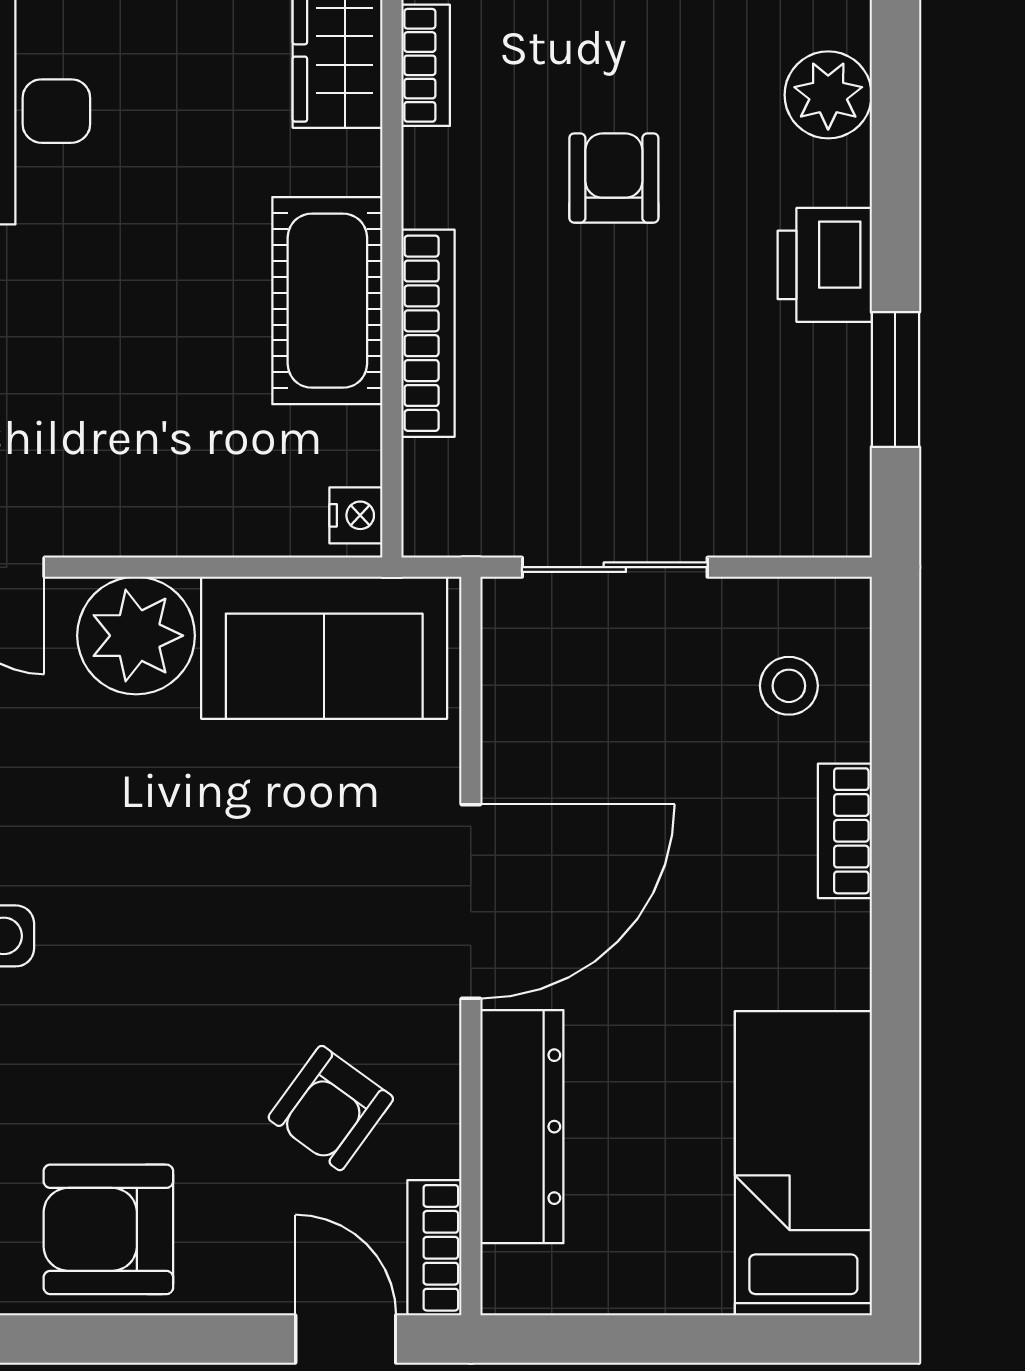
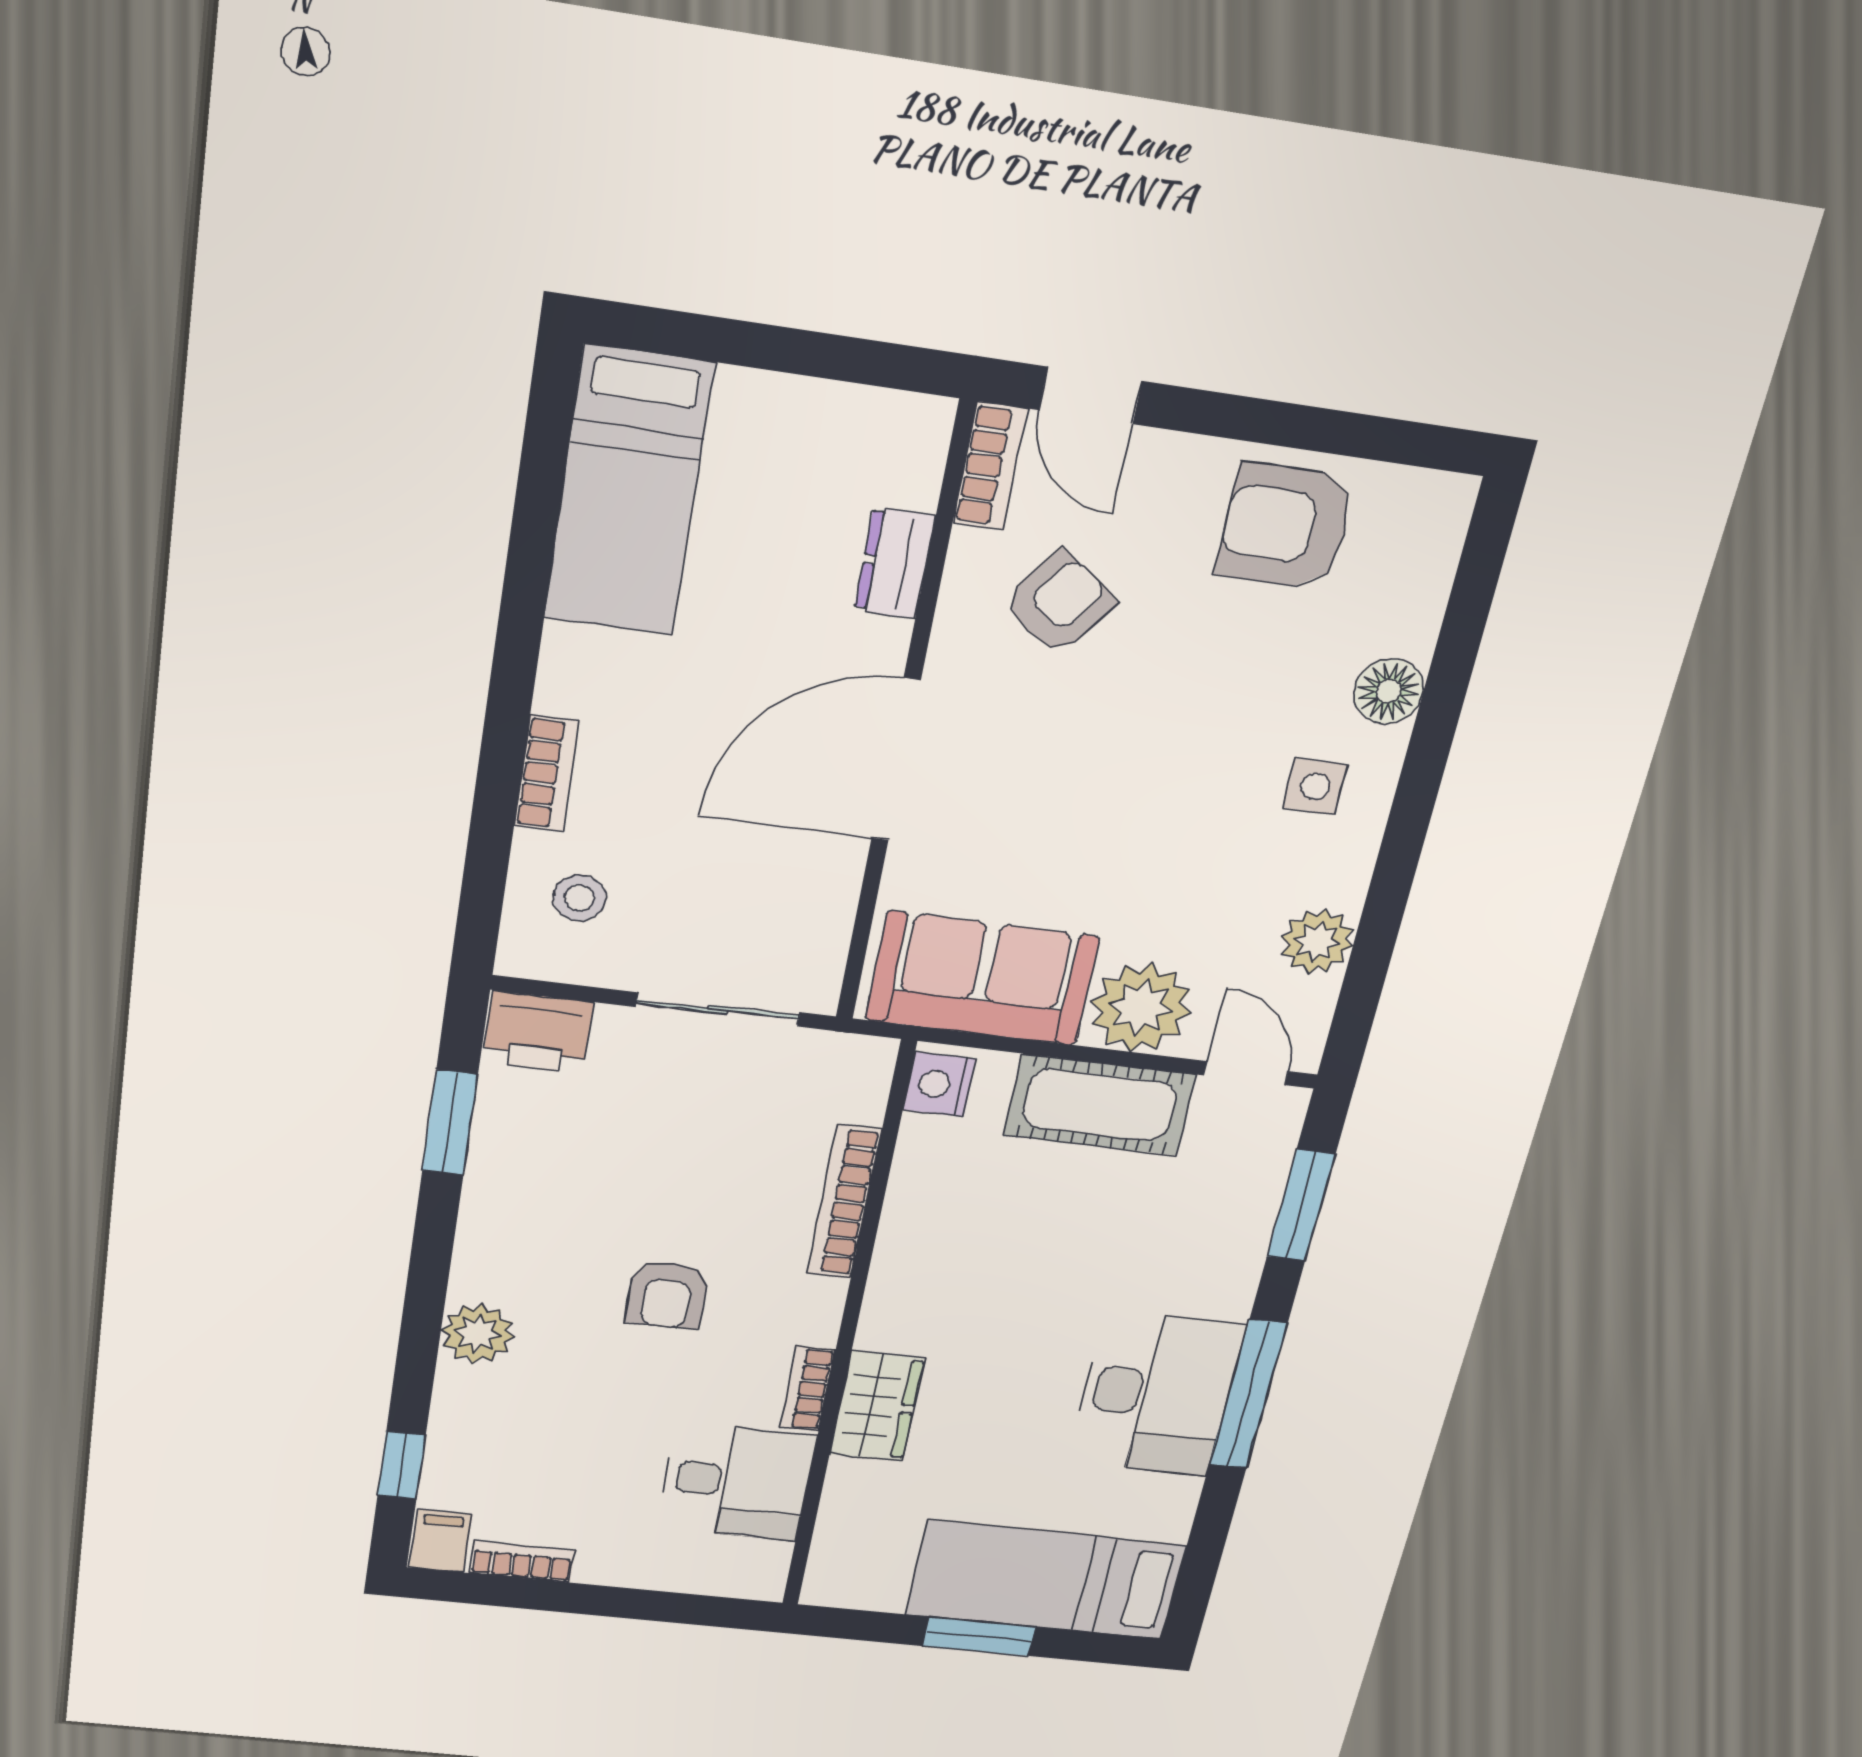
printer: (825, 265) -> (538, 1032), moved, turned 90
cot: (327, 301) -> (1100, 1105), moved, turned 90
nightstand: (356, 515) -> (939, 1085), width x1.39, depth x1.35
dresser: (522, 1127) -> (895, 563), width x0.51, depth x0.80
armchair: (108, 1229) -> (1286, 526), turned 180

